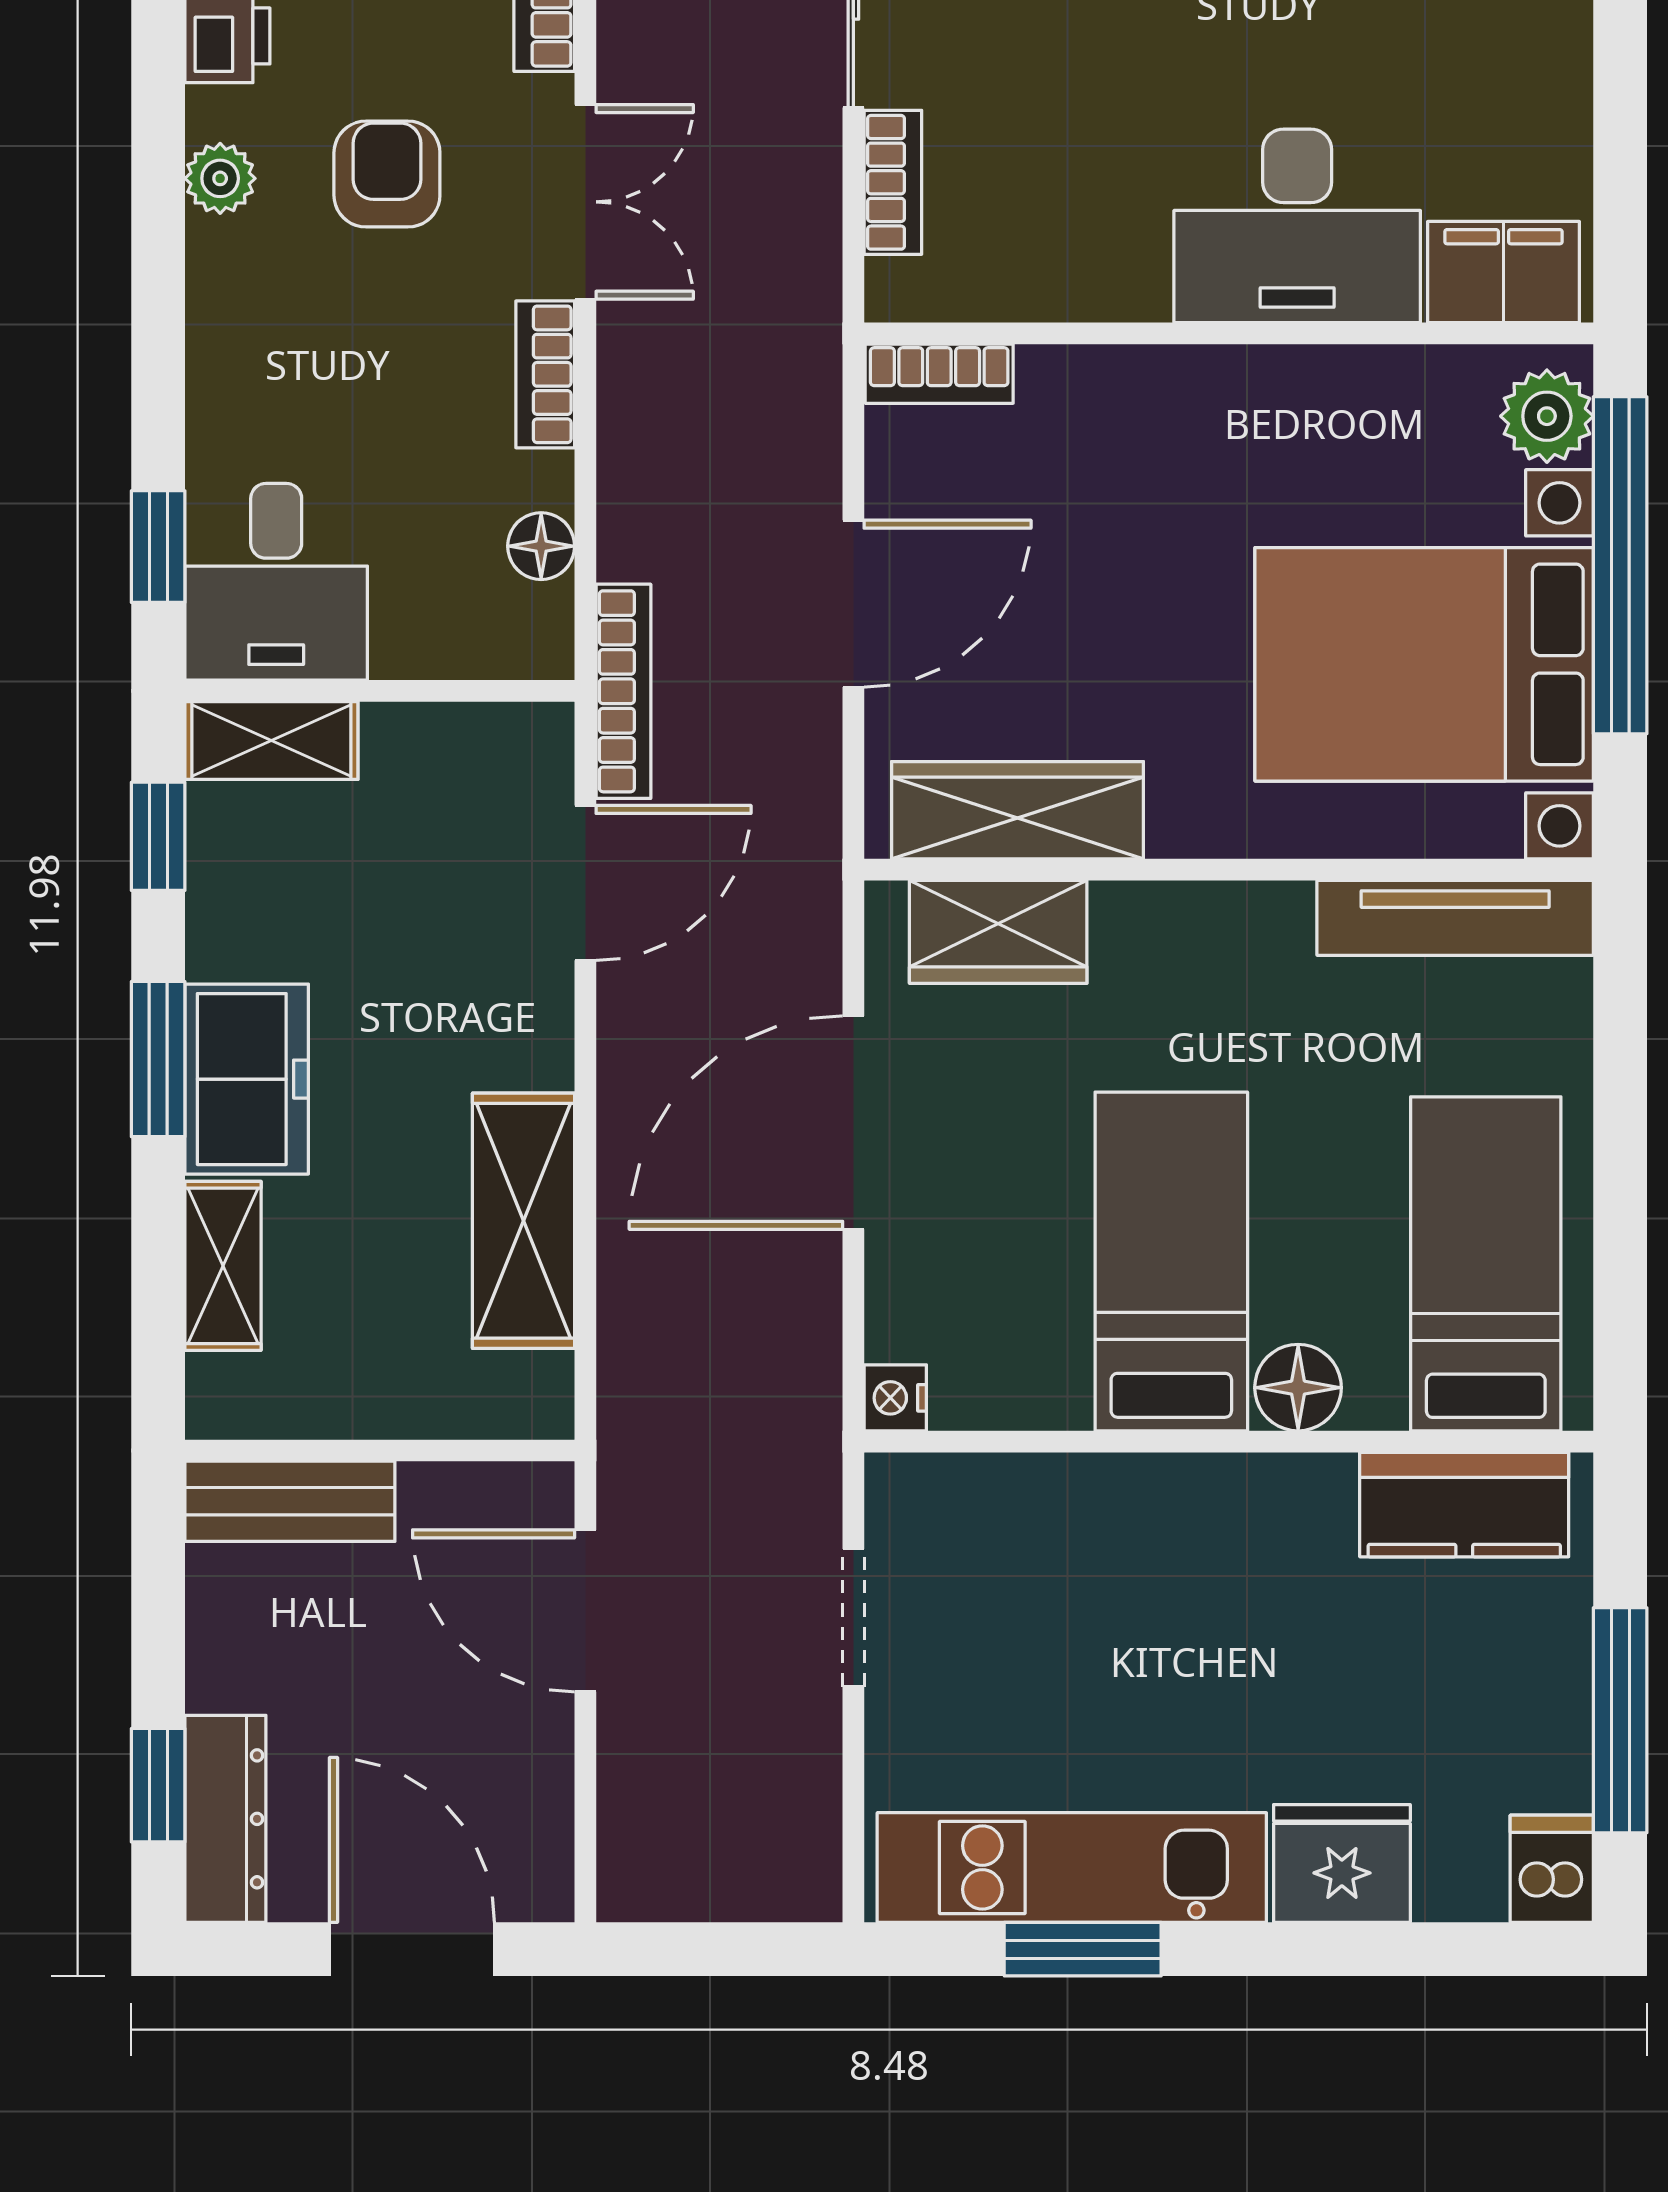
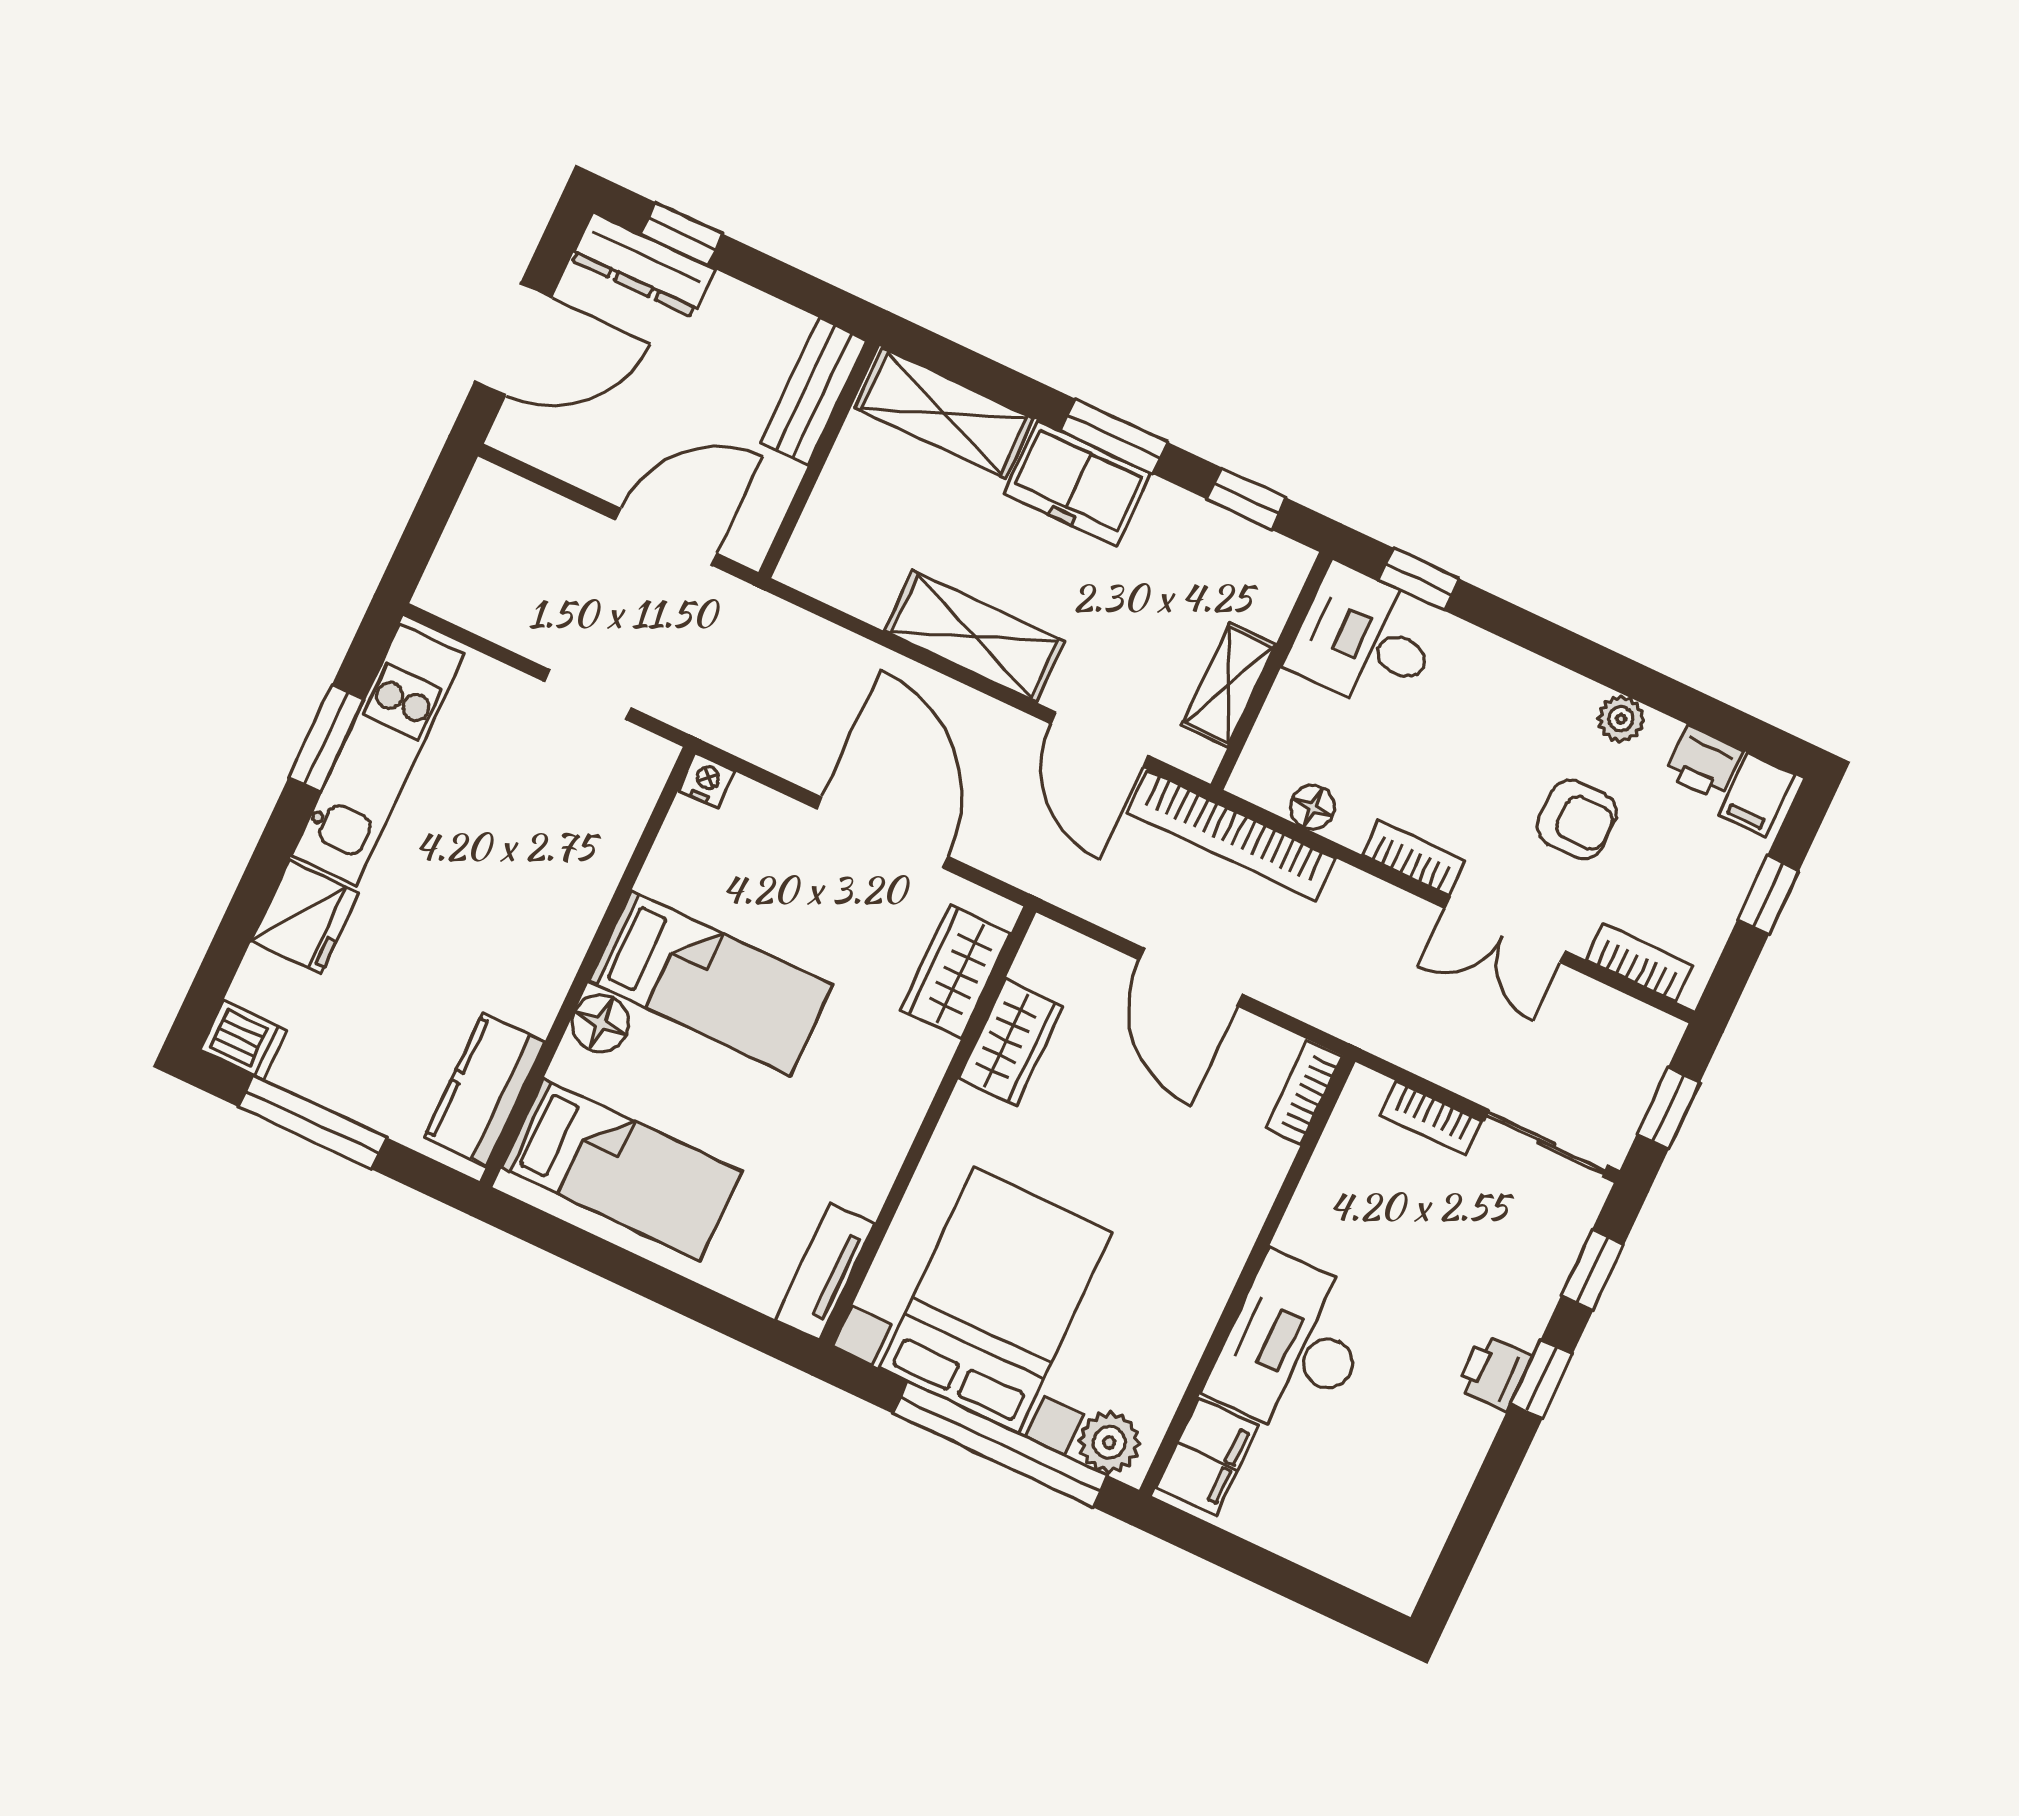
bookcase: (623, 691) -> (1231, 835), width x1.48, depth x1.31
shelving: (271, 741) -> (1229, 685), moved
wardrobe: (1018, 810) -> (1011, 1042), width x0.67
tv unit: (1455, 918) -> (825, 1272), width x0.71
shelving: (524, 1221) -> (974, 636), moved
shelving: (223, 1266) -> (944, 413), width x1.50, depth x1.33

